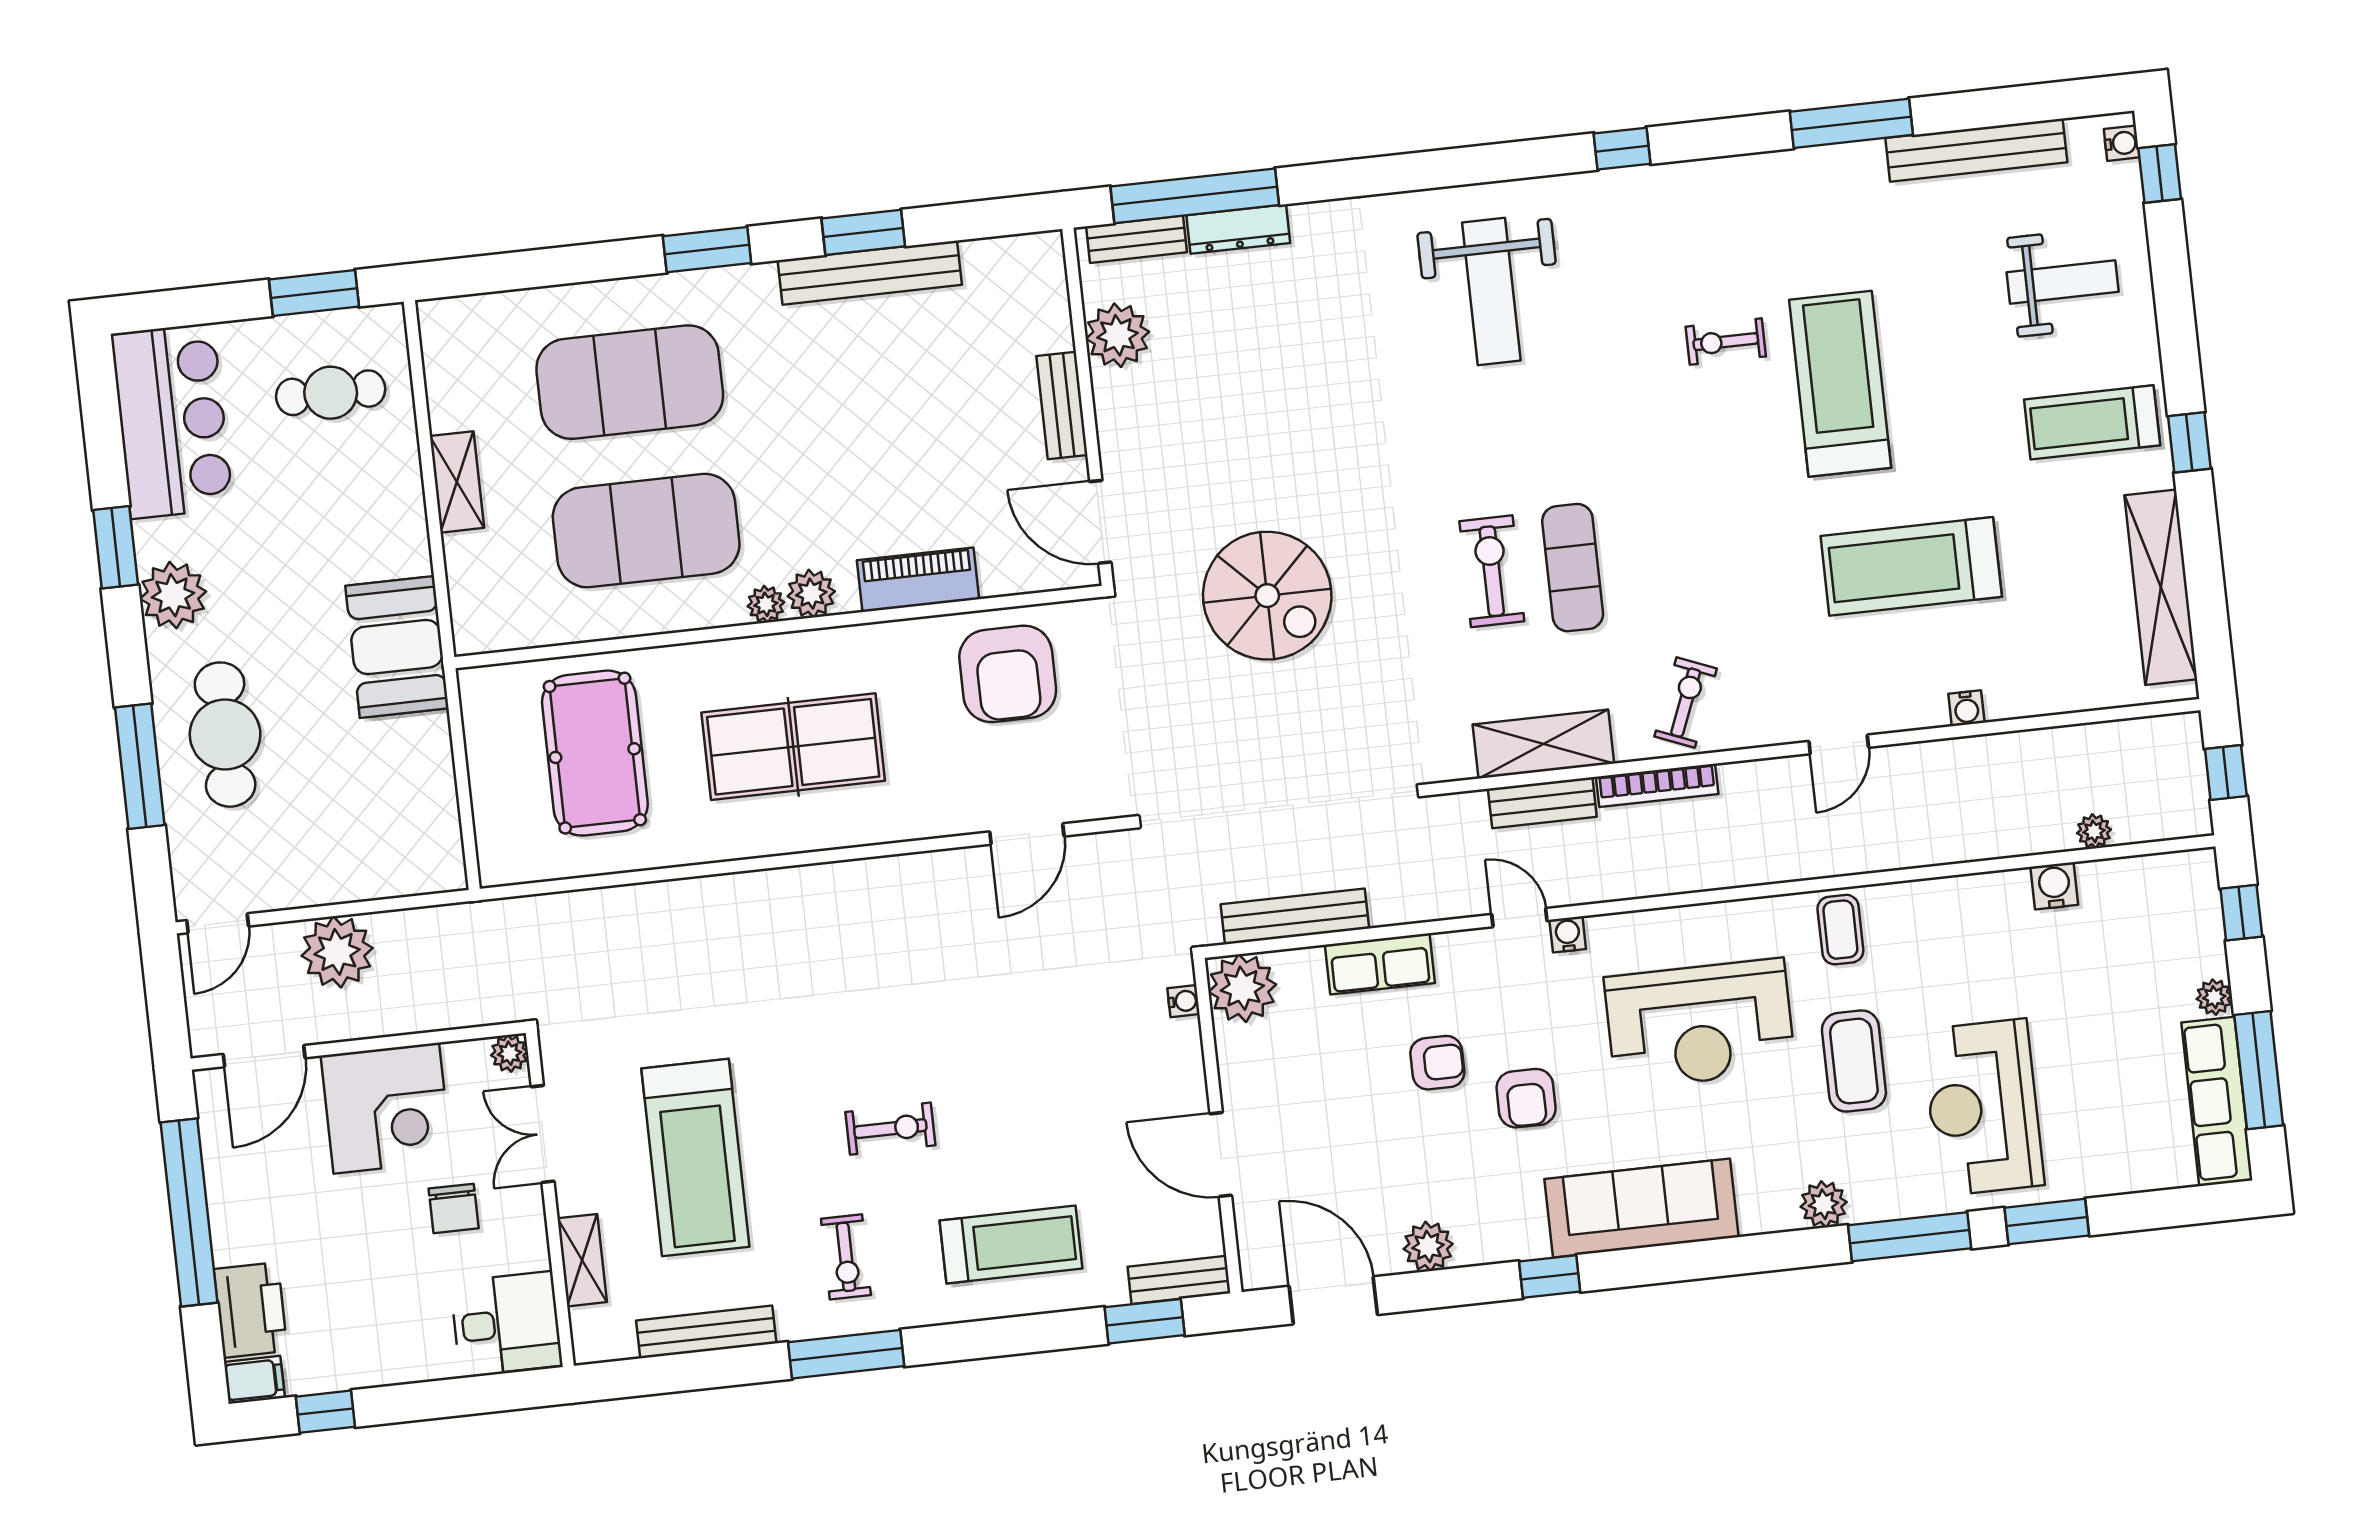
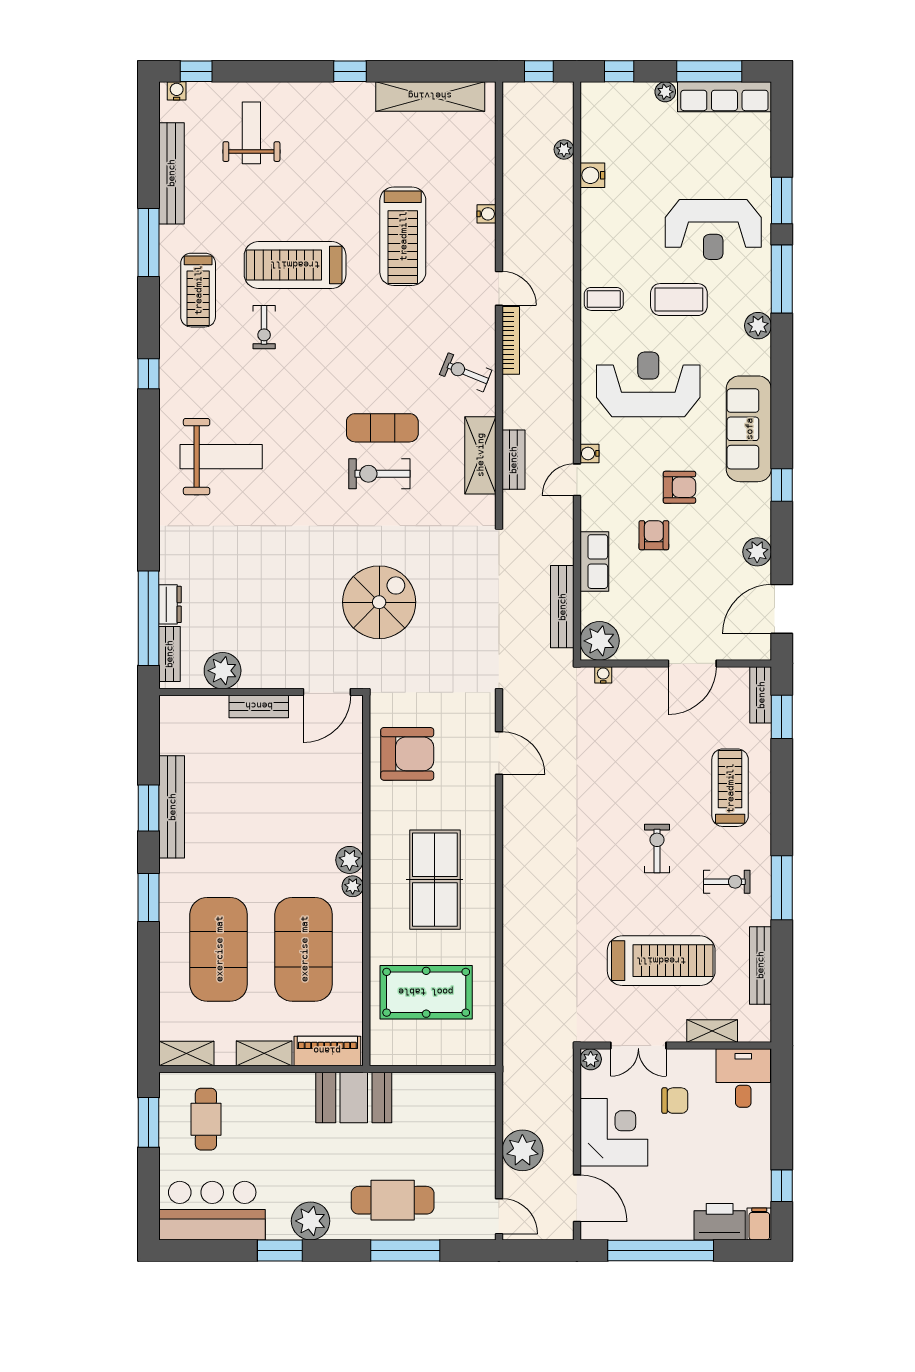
dresser: (1238, 229) -> (170, 604), width x0.70
shelving: (442, 346) -> (186, 1053), added
treadmill: (2092, 422) -> (198, 290), moved
piano: (918, 580) -> (327, 1051), moved, turned 90
bookcase: (1657, 785) -> (511, 340), moved
reception desk: (1700, 1024) -> (648, 384), turned -90

